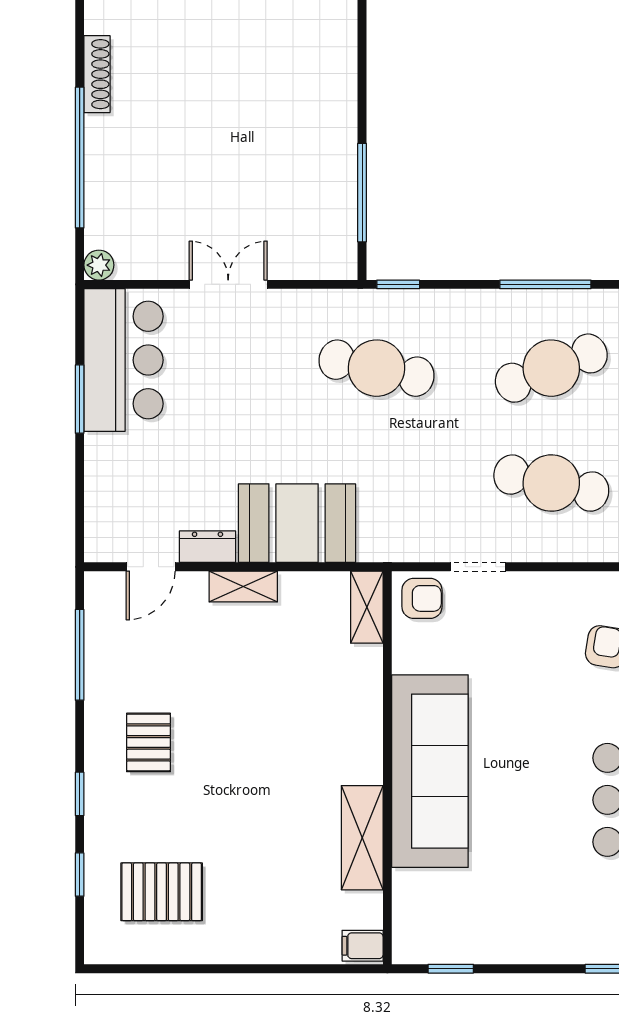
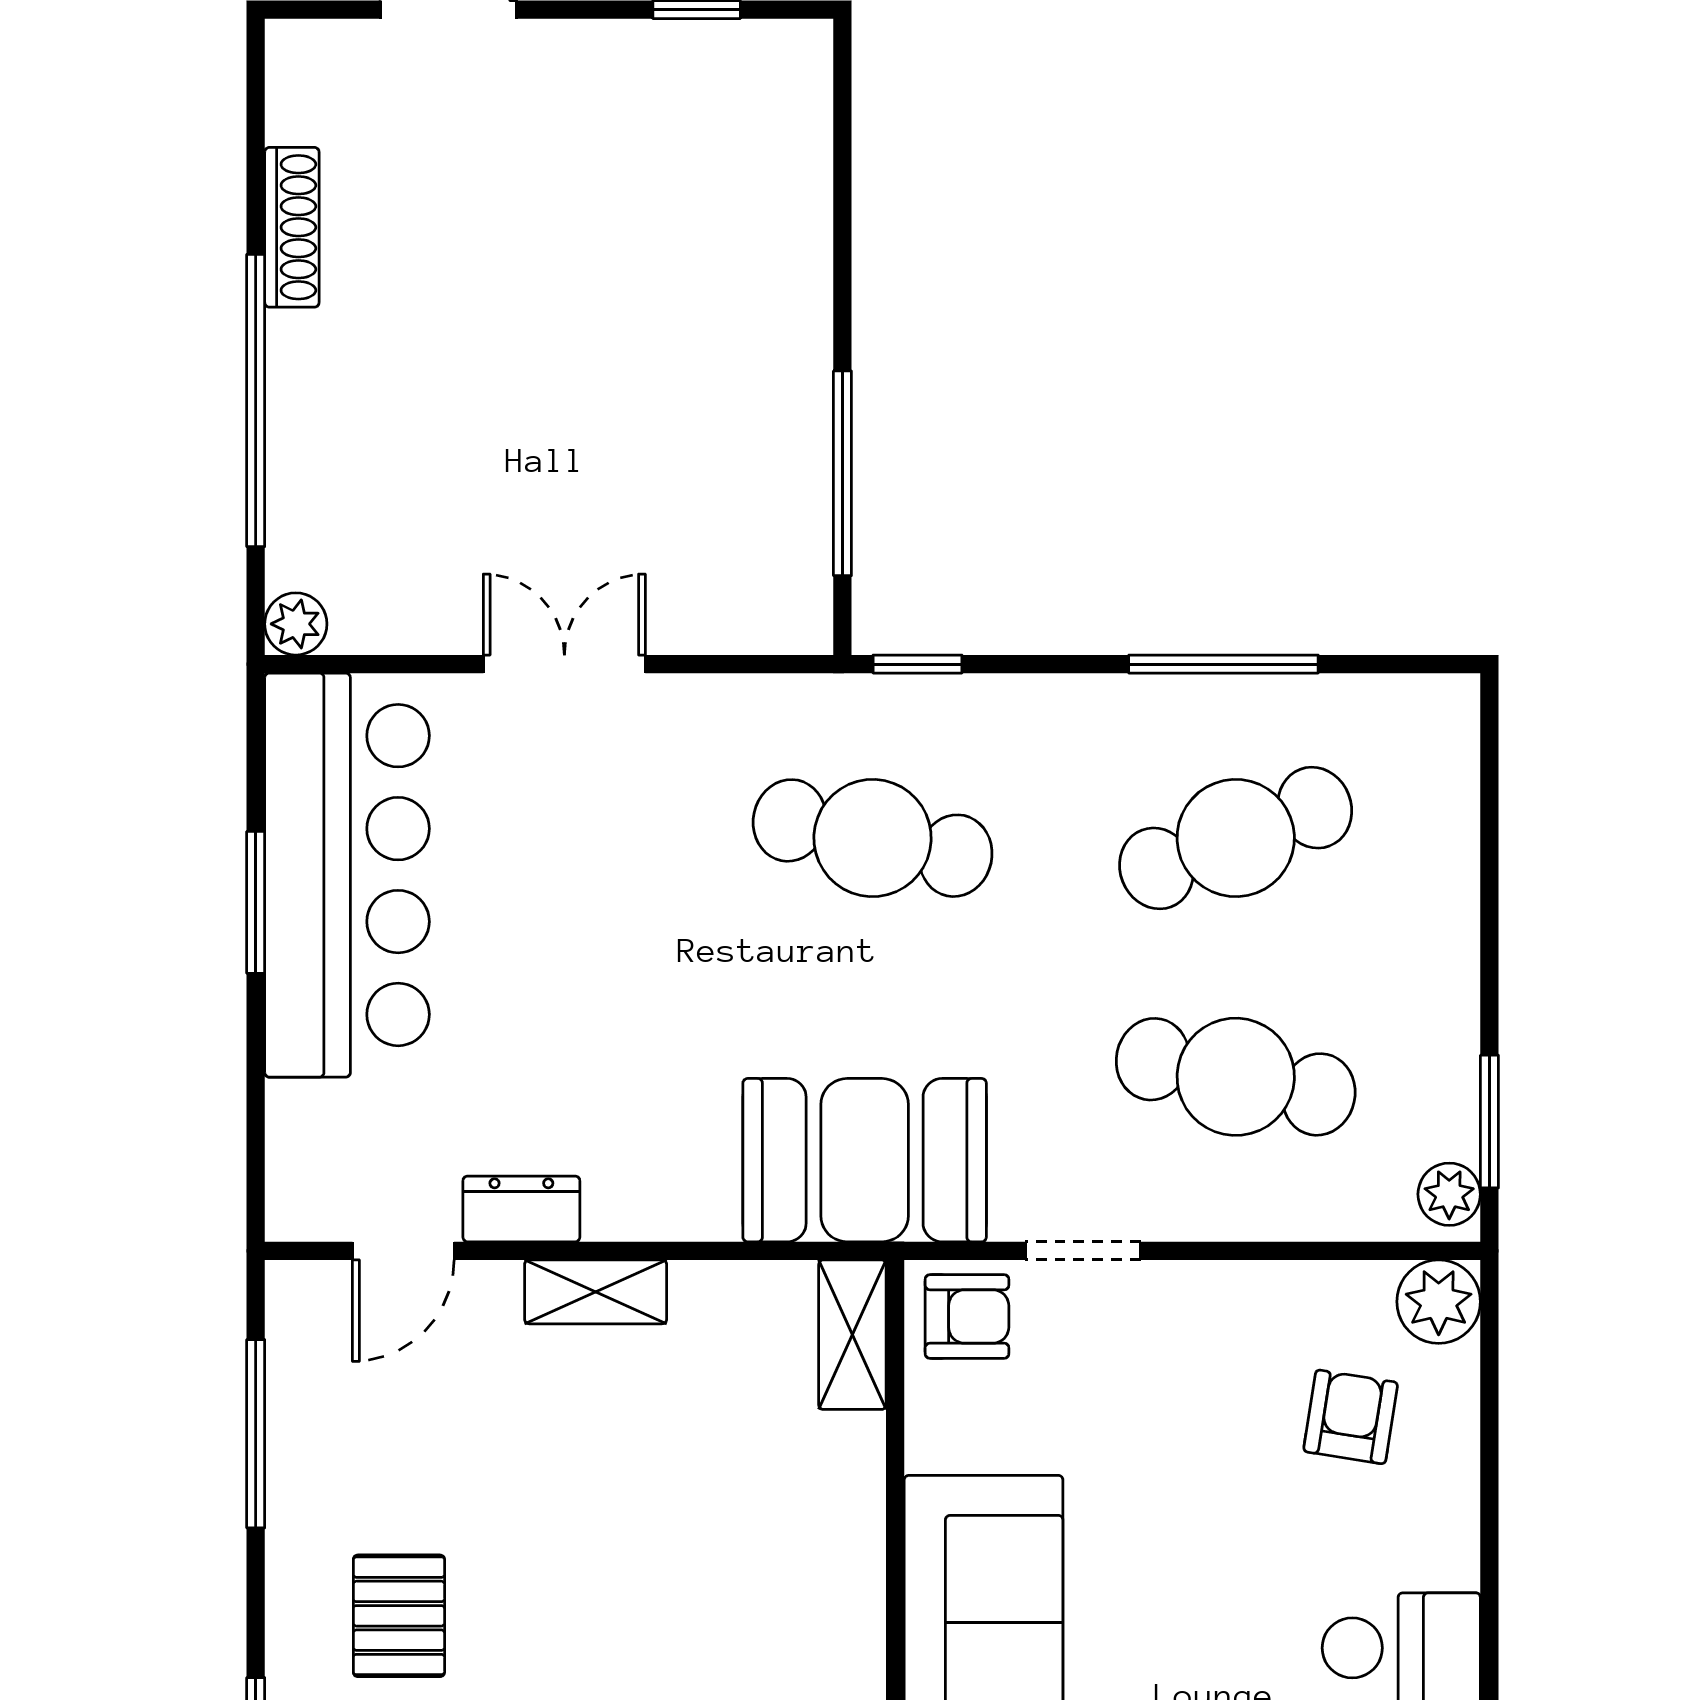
bar counter: (124, 360) -> (347, 875), width x1.36
booth: (297, 523) -> (865, 1160), moved

